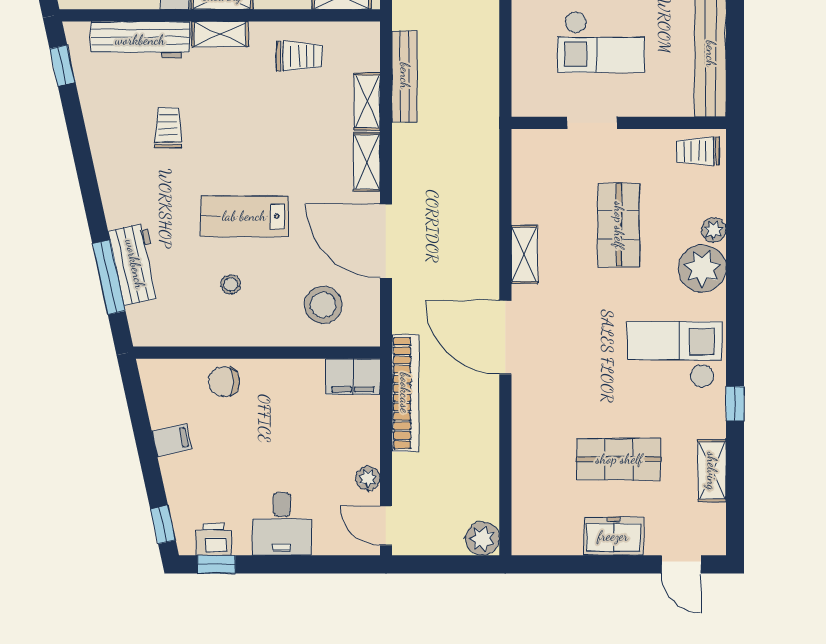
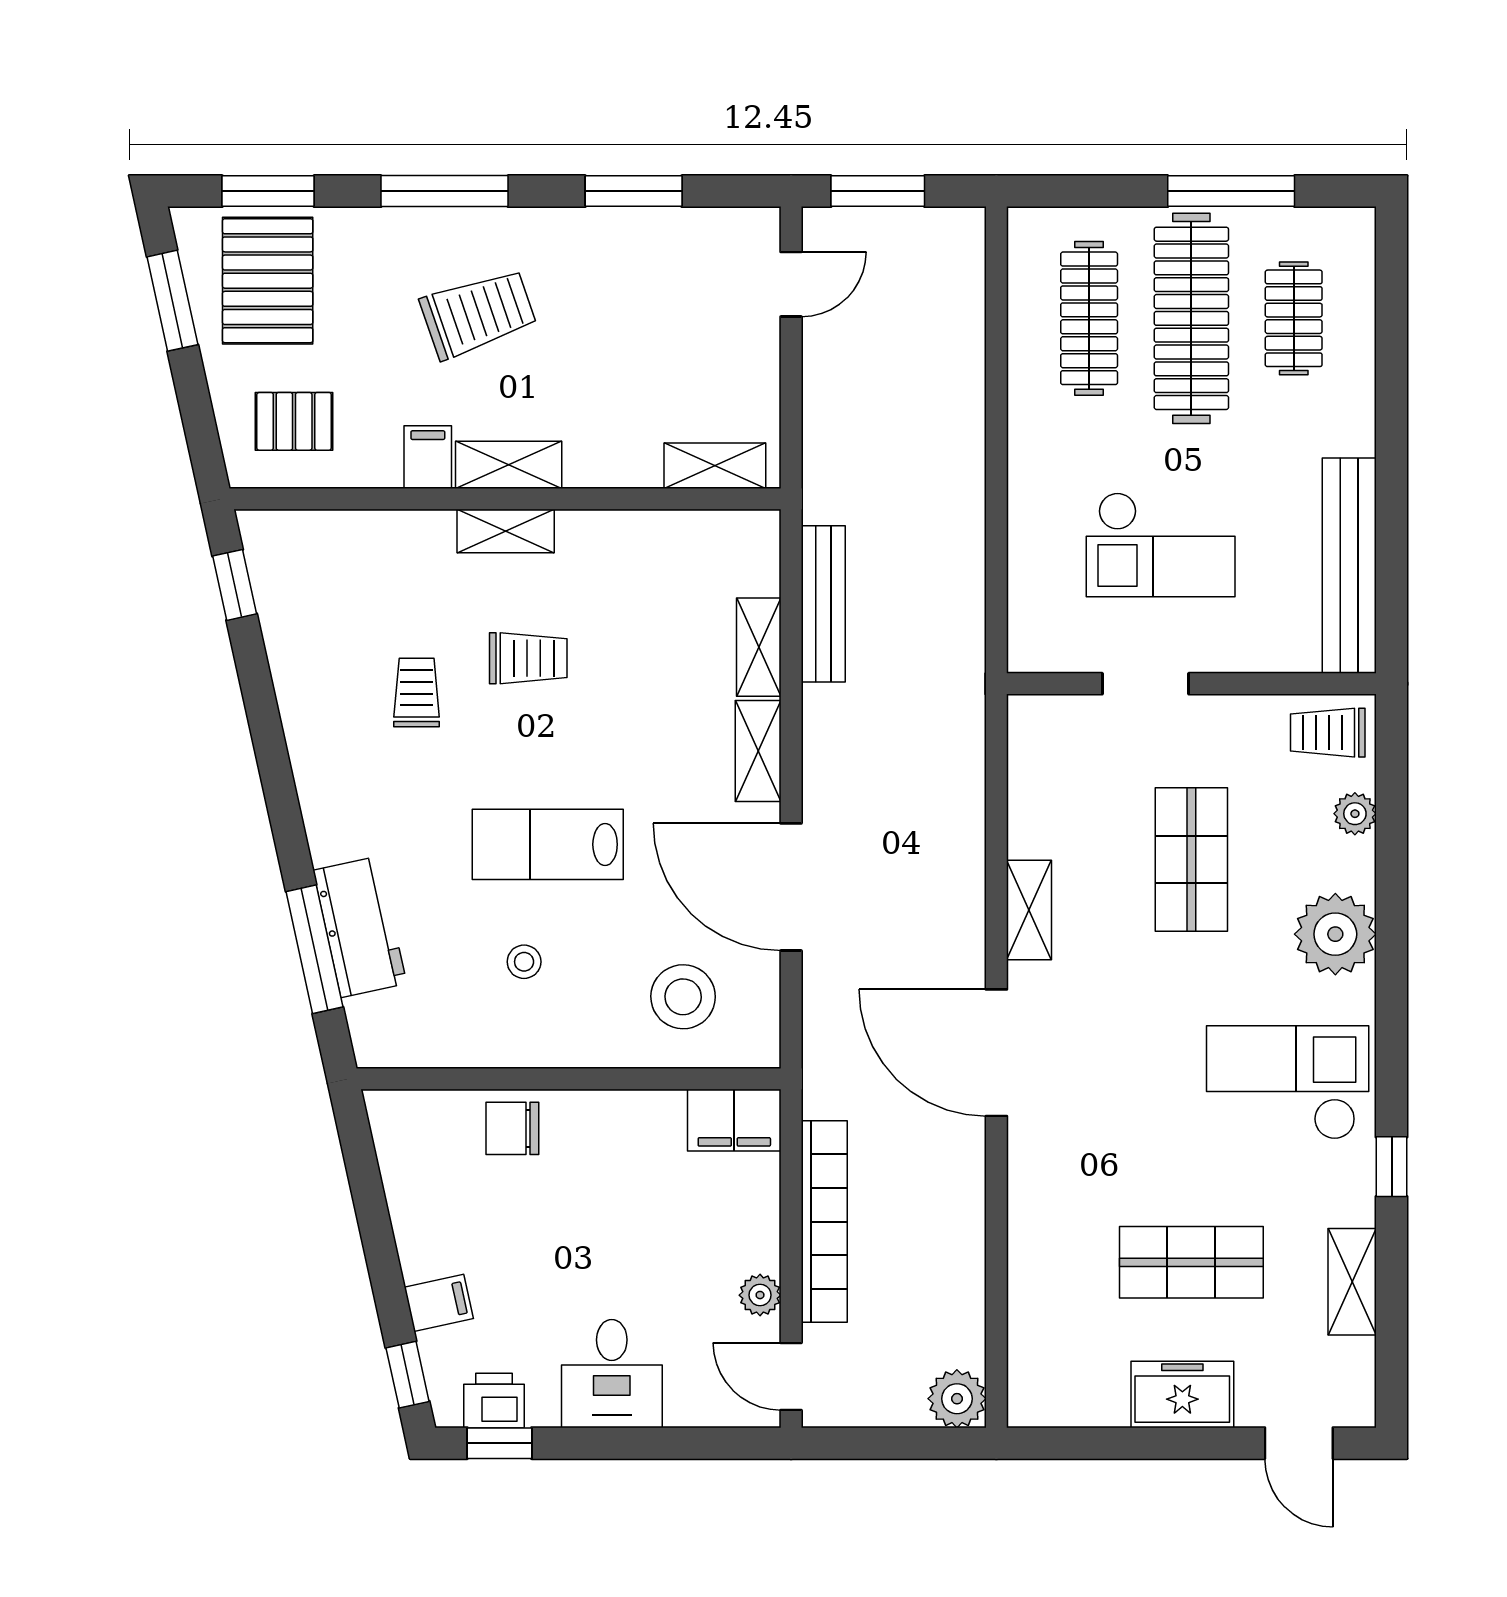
workbench: (140, 40) -> (369, 541), removed
trolley: (299, 56) -> (528, 658), moved
plant: (714, 230) -> (1355, 814), moved
bookcase: (405, 393) -> (824, 1222), moved
filing cabinet: (172, 440) -> (439, 1303), moved

